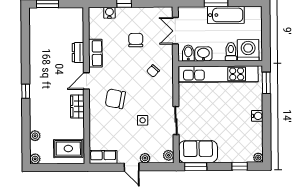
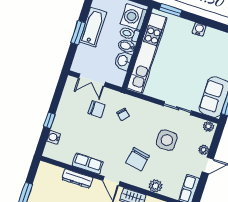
chair: (136, 40) -> (97, 109), moved, turned 180
dresser: (78, 53) -> (77, 179), width x1.44
bidet: (188, 53) -> (127, 46), moved
side table: (143, 120) -> (167, 140), width x1.87, depth x1.87
plant: (96, 124) -> (156, 186), added

